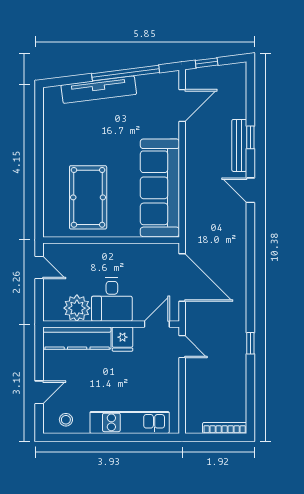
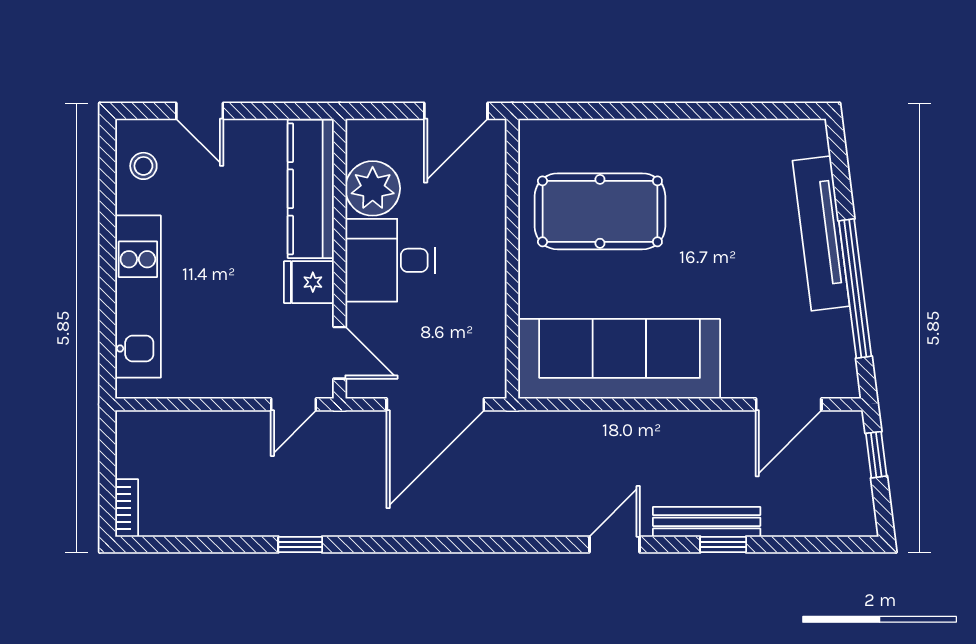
door: (182, 105) -> (789, 404), hinge flipped
door: (39, 268) -> (456, 111), width x1.38
bookcase: (225, 428) -> (127, 508), width x0.64

